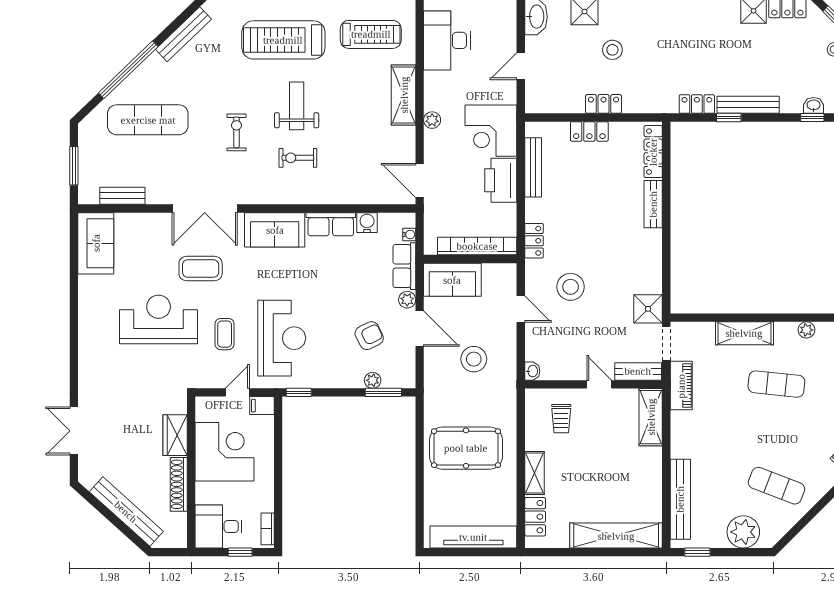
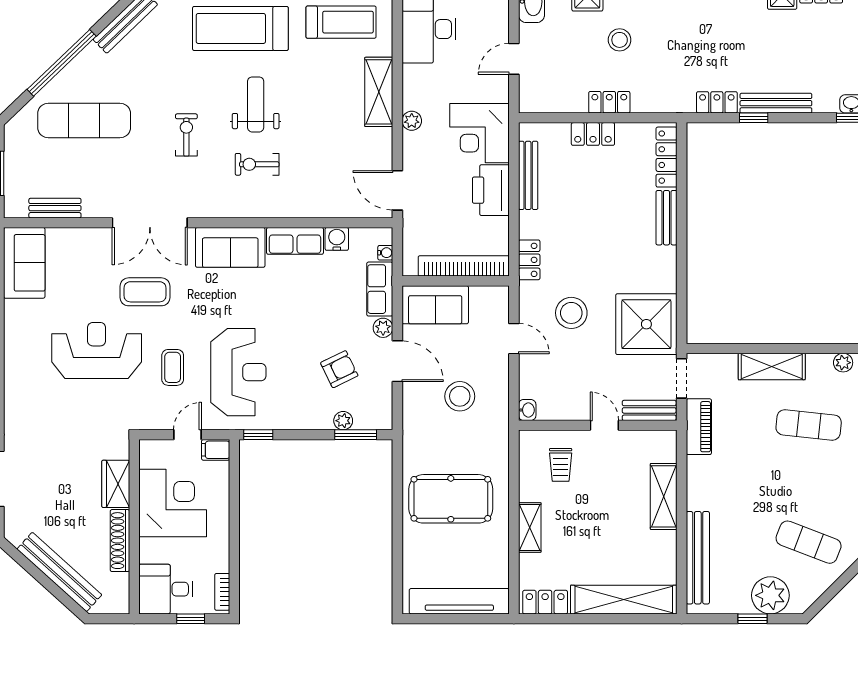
shower: (648, 309) -> (646, 324), width x1.86, depth x1.86
shelving: (651, 417) -> (664, 496), moved
locker: (535, 517) -> (545, 602), moved, turned -90
window: (697, 552) -> (753, 619), moved

